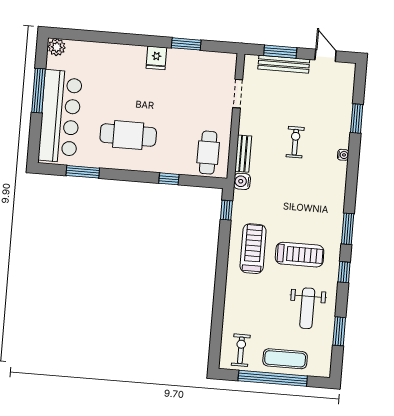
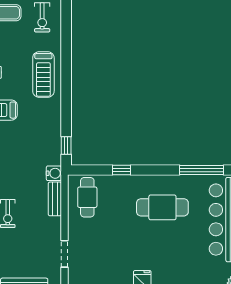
window: (83, 172) -> (202, 170), width x1.44
treadmill: (253, 249) -> (43, 74), moved

